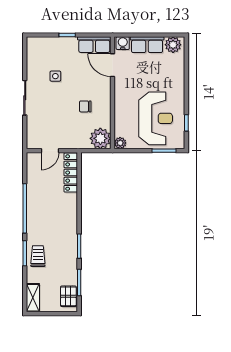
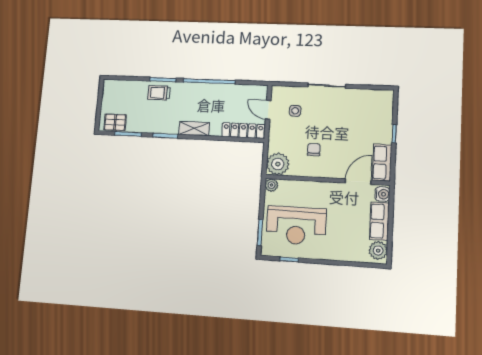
side table: (55, 76) -> (295, 111), moved
trolley: (38, 256) -> (159, 93), turned 180
shelving: (33, 298) -> (194, 129), moved

